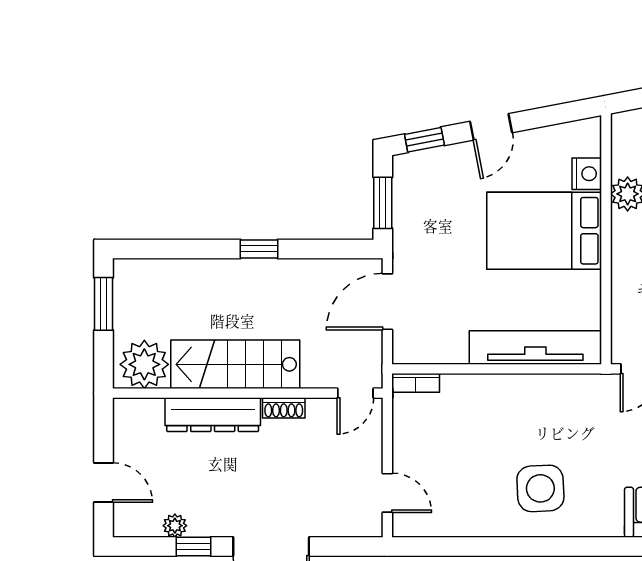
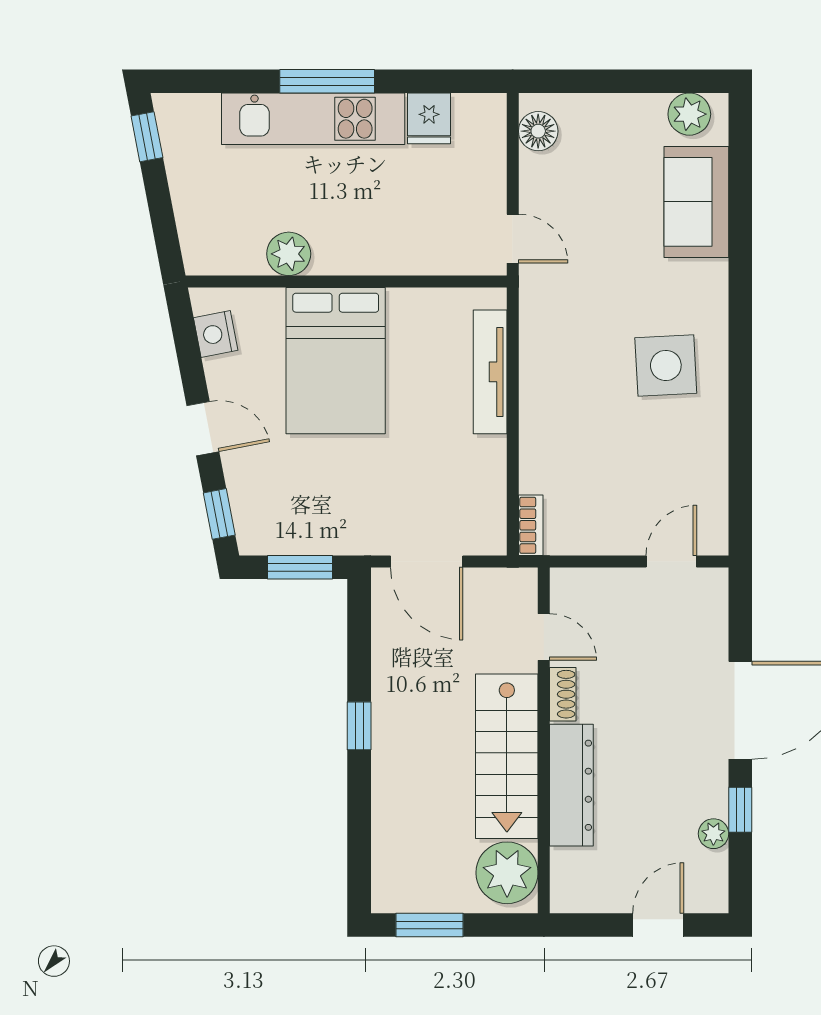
nightstand: (587, 174) -> (216, 334), moved, turned -101
tv unit: (535, 347) -> (490, 372), width x0.73, depth x0.78
door: (355, 393) -> (544, 637), moved

